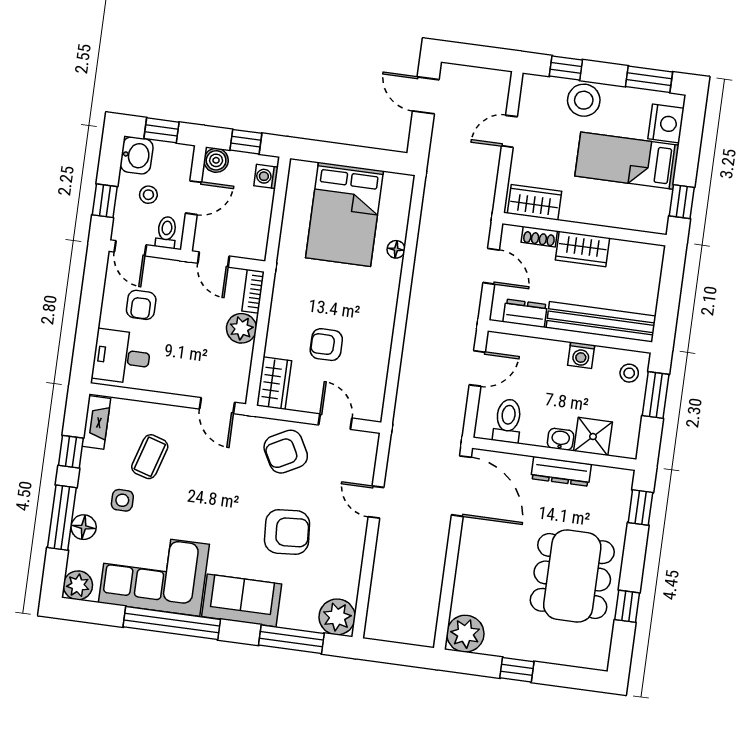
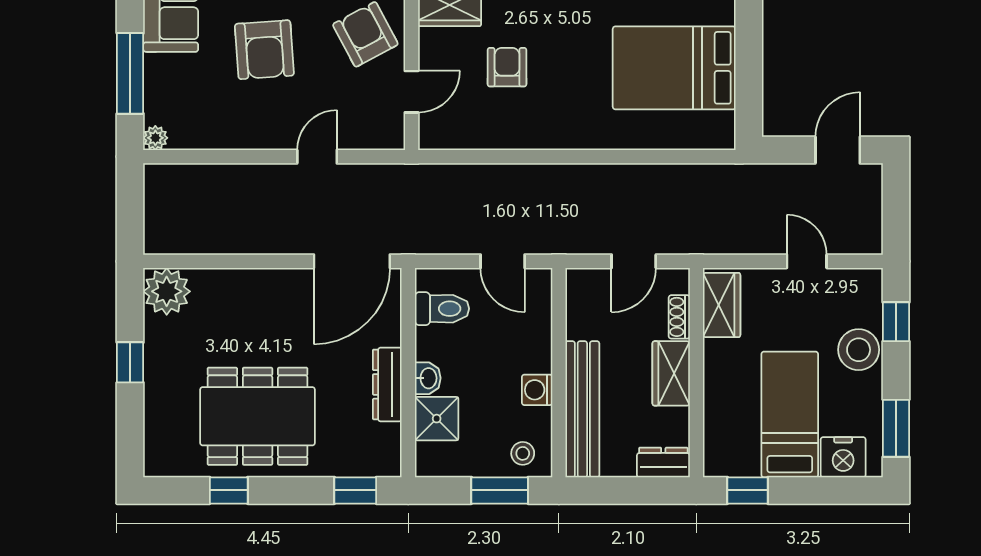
floor lamp: (396, 249) -> (639, 139), removed
dresser: (525, 313) -> (663, 462), moved, turned -90
plant: (337, 617) -> (155, 138), width x0.53, depth x0.53

